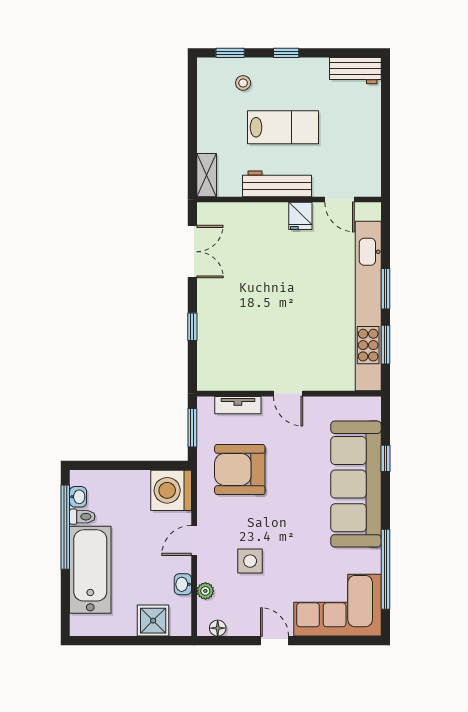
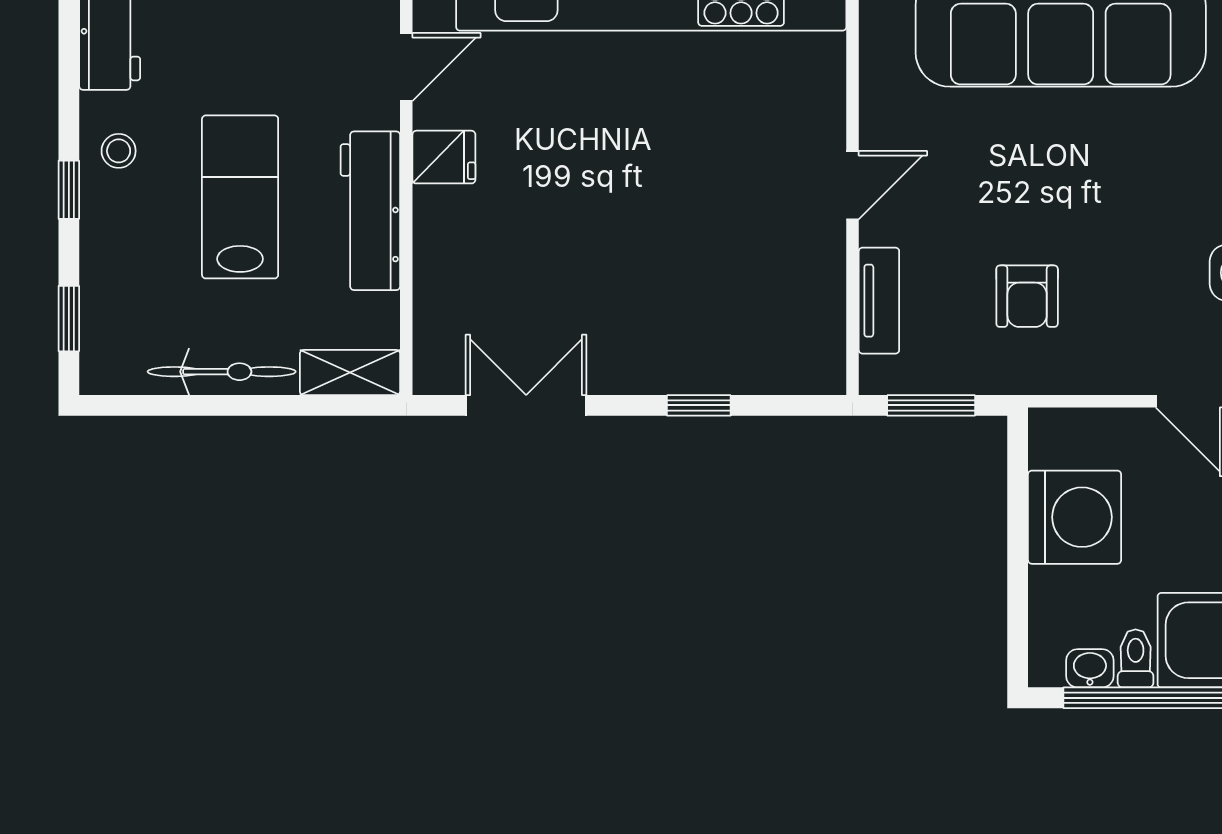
stool: (243, 83) -> (119, 151), moved
bicycle: (207, 119) -> (222, 372), added
armchair: (240, 469) -> (1027, 296), width x0.53, depth x0.53
washing machine: (171, 490) -> (1075, 517), moved, turned -90

